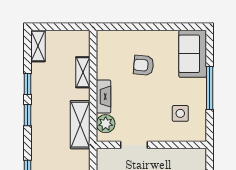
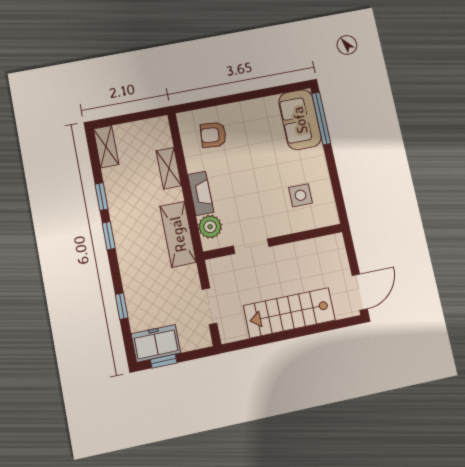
armchair: (144, 65) -> (213, 135), moved
window: (210, 88) -> (321, 118), moved

